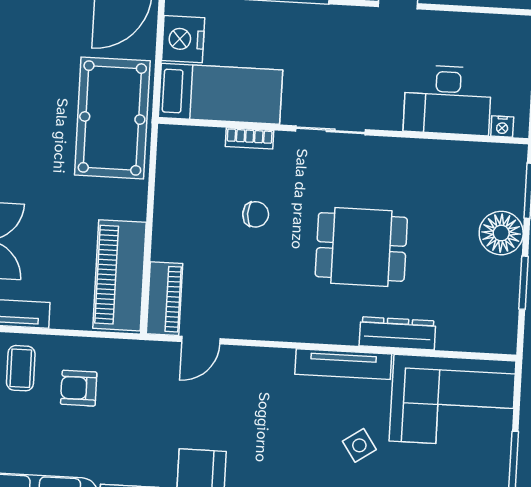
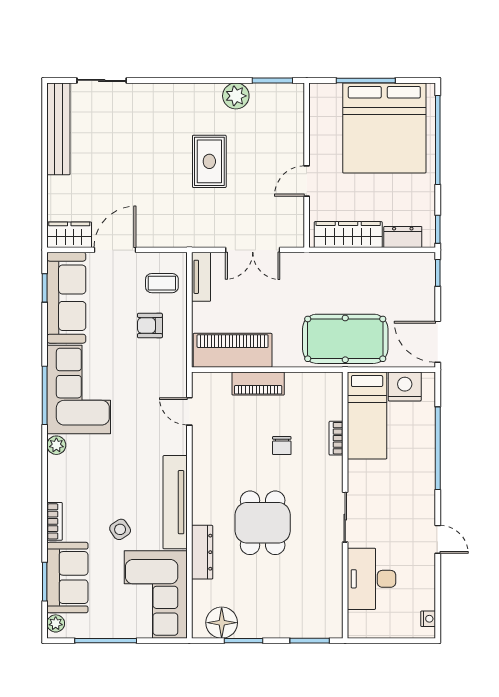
nightstand: (502, 127) -> (428, 619), moved, turned 180
sliding door: (331, 130) -> (345, 517), moved
floor lamp: (501, 233) -> (222, 623), moved
piano: (164, 299) -> (258, 384), moved
tv unit: (343, 364) -> (175, 502), width x1.36, depth x1.29
armchair: (79, 388) -> (150, 326), turned -90

